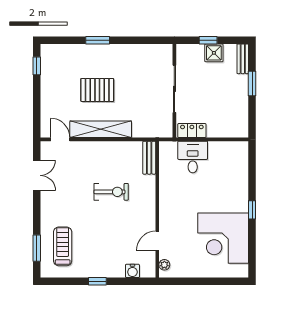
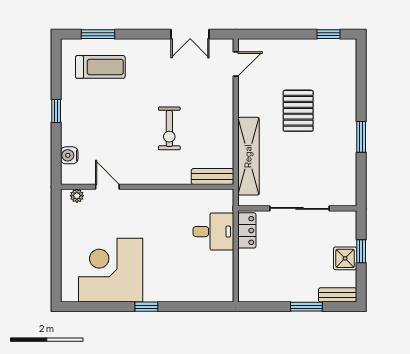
window: (98, 40) -> (361, 137), moved
shelving: (101, 129) -> (248, 156), moved

